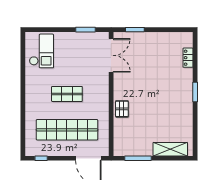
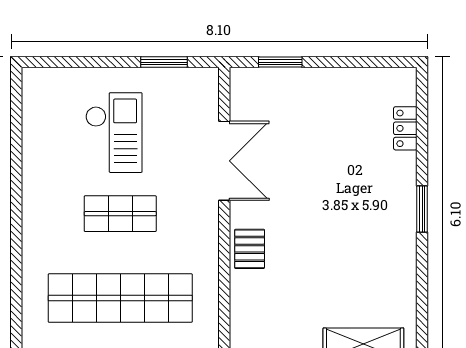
checkout: (41, 51) -> (114, 133), moved
double door: (111, 55) -> (224, 161), moved

